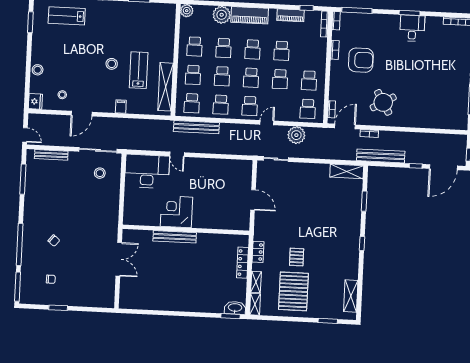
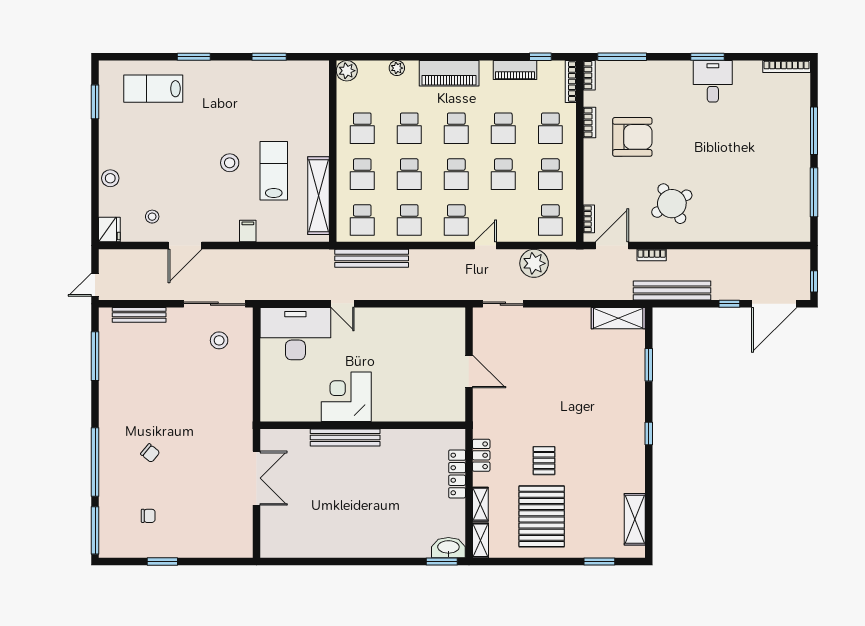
plant: (222, 15) -> (397, 68), width x0.53, depth x0.53
school desk: (310, 52) -> (550, 128), added
door: (25, 135) -> (95, 285), swing flipped

